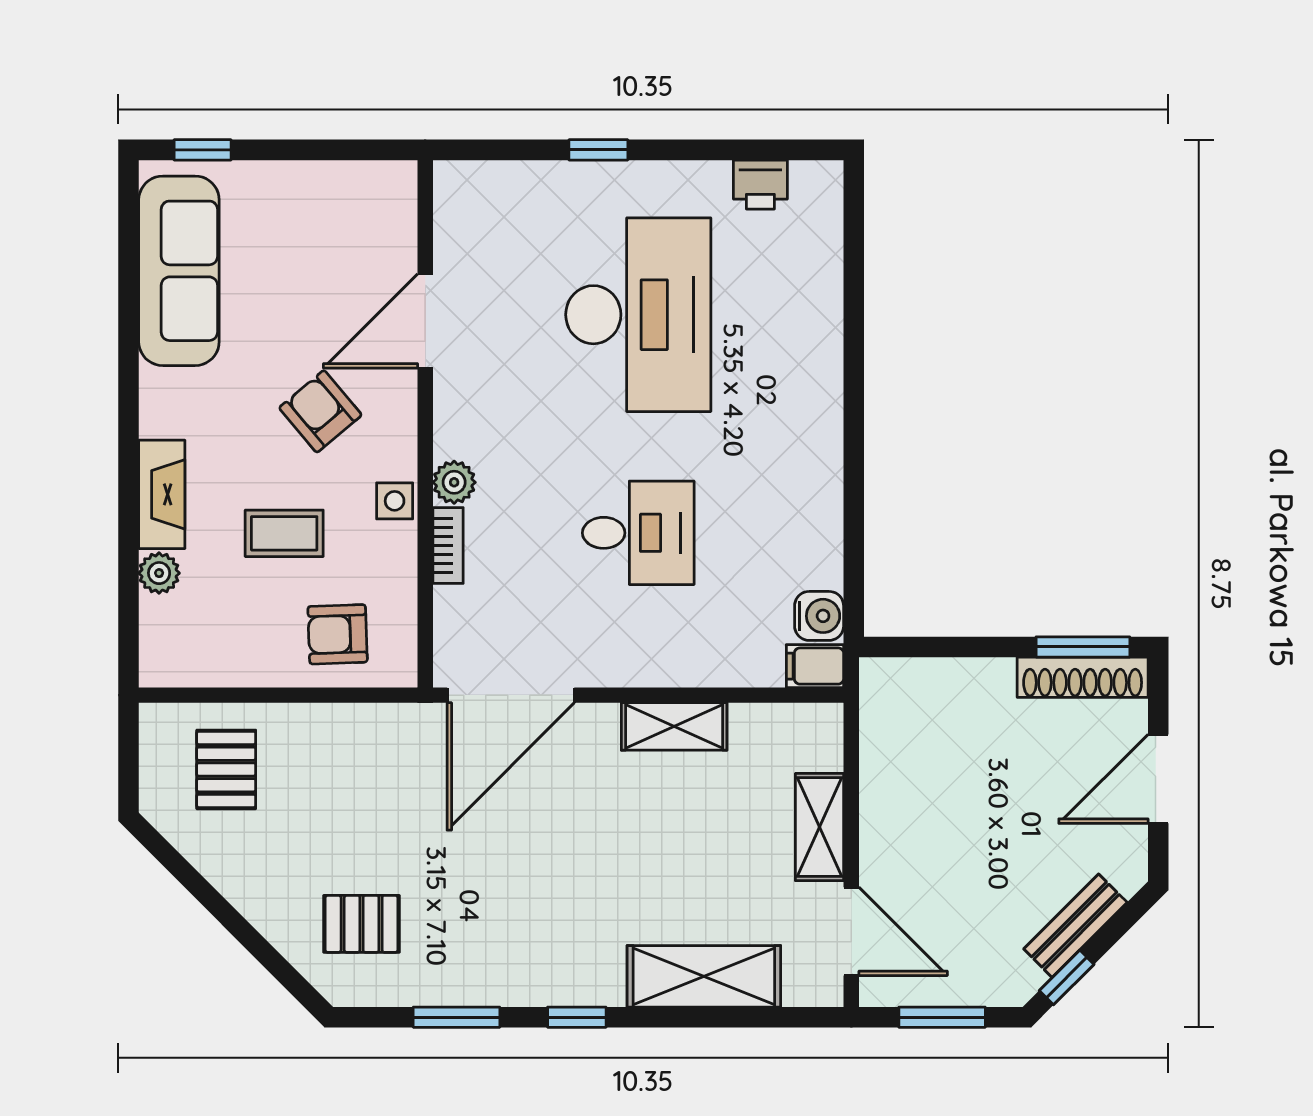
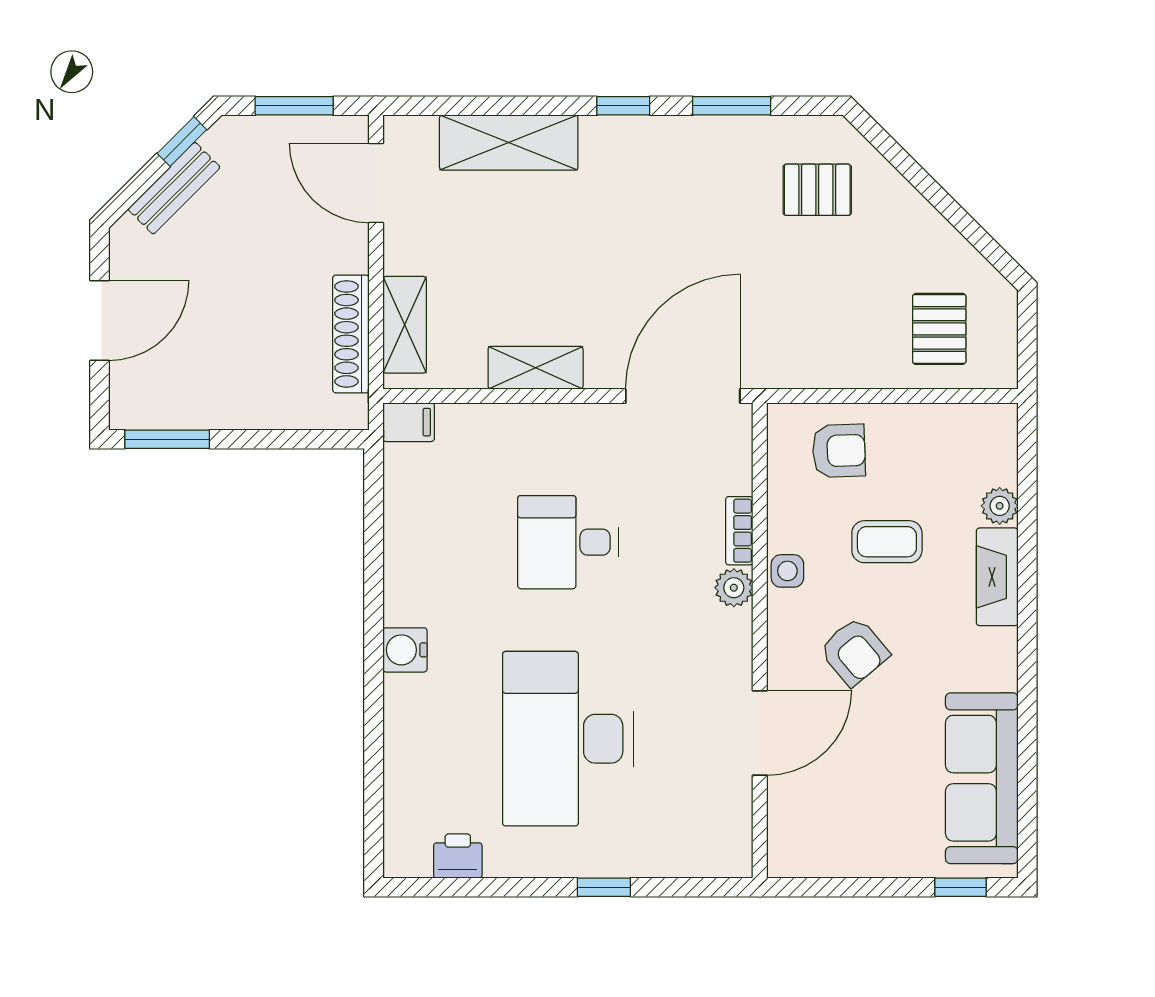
water cooler: (819, 616) -> (405, 650), moved
shoe rack: (1083, 677) -> (351, 334), moved, turned -90
shelving: (820, 827) -> (405, 325), moved

